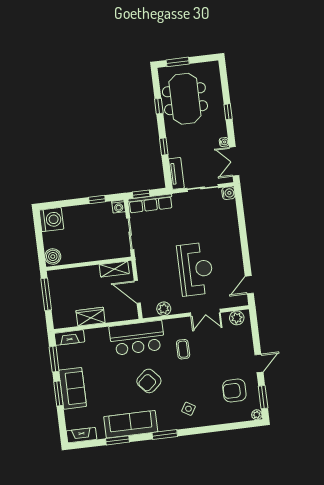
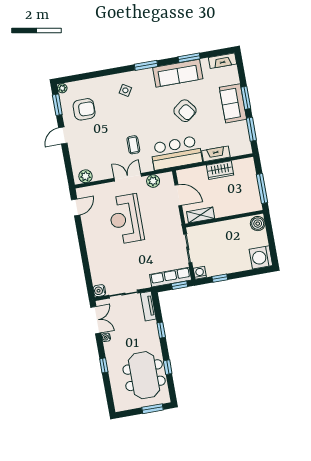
double door: (205, 313) -> (128, 177), moved
fireplace: (69, 338) -> (216, 154), moved
armchair: (149, 381) -> (185, 111), moved, turned 93

